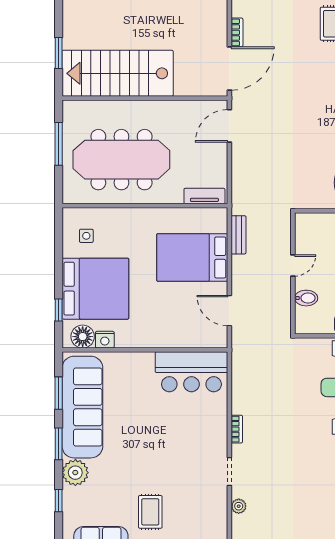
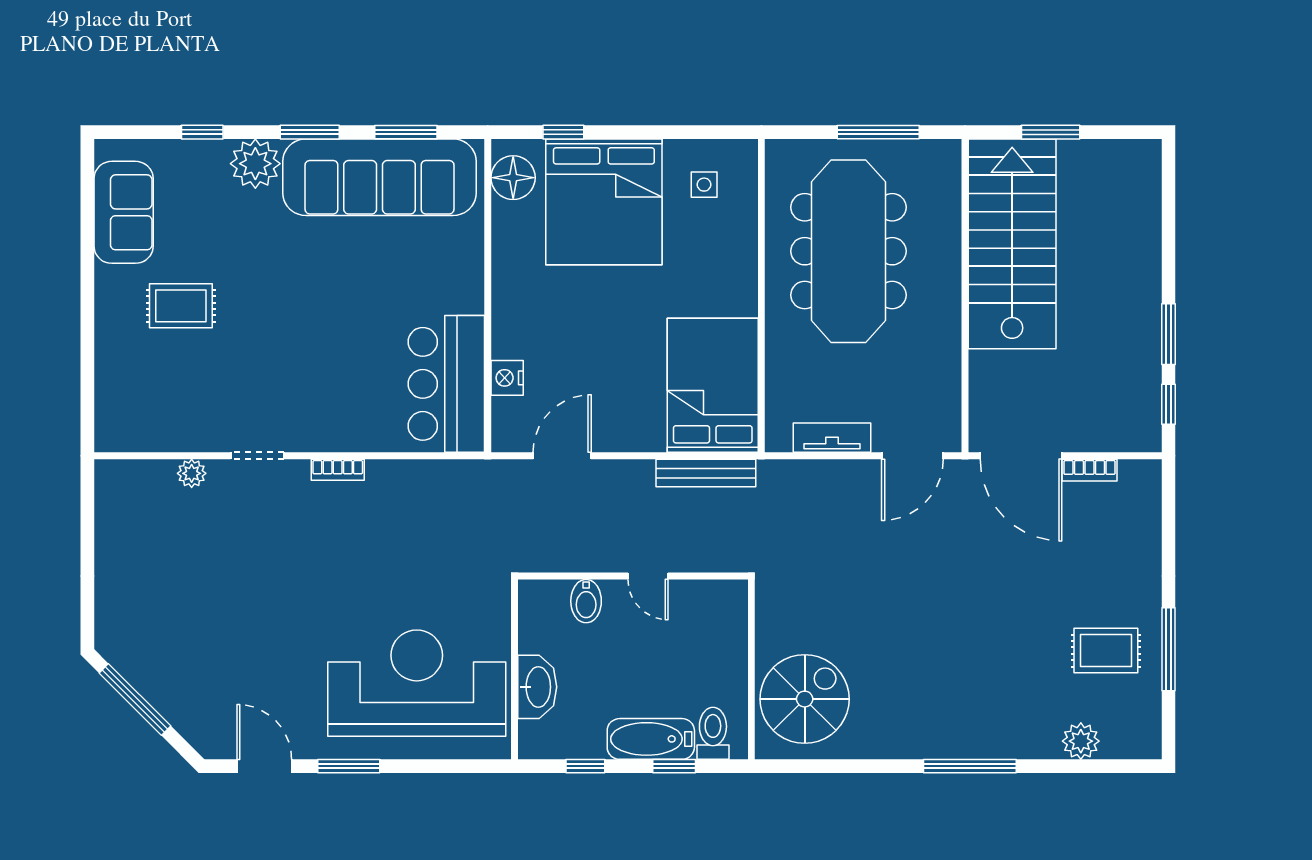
door: (229, 126) -> (912, 456), swing flipped
tv unit: (204, 196) -> (832, 438), moved, turned -90
bench: (239, 235) -> (706, 473), width x1.36
bed: (192, 257) -> (713, 385), moved
nightstand: (105, 340) -> (507, 378), moved

